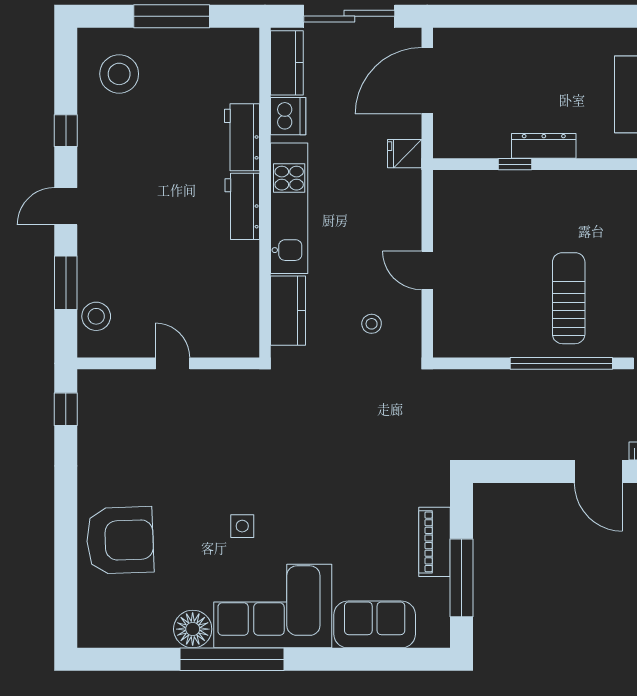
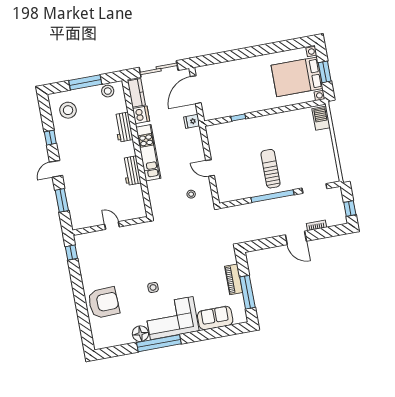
dresser: (544, 146) -> (249, 108), removed
workbench: (242, 206) -> (132, 171), moved
kitchen counter: (288, 311) -> (156, 195), removed
stool: (96, 316) -> (108, 91), moved

